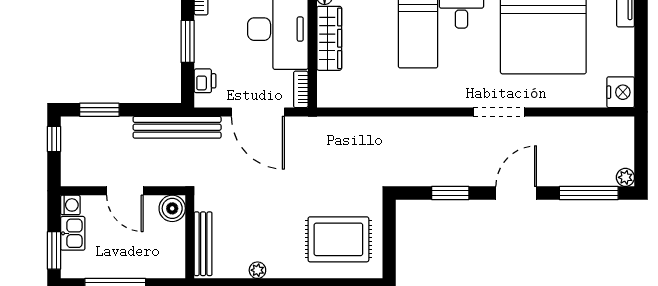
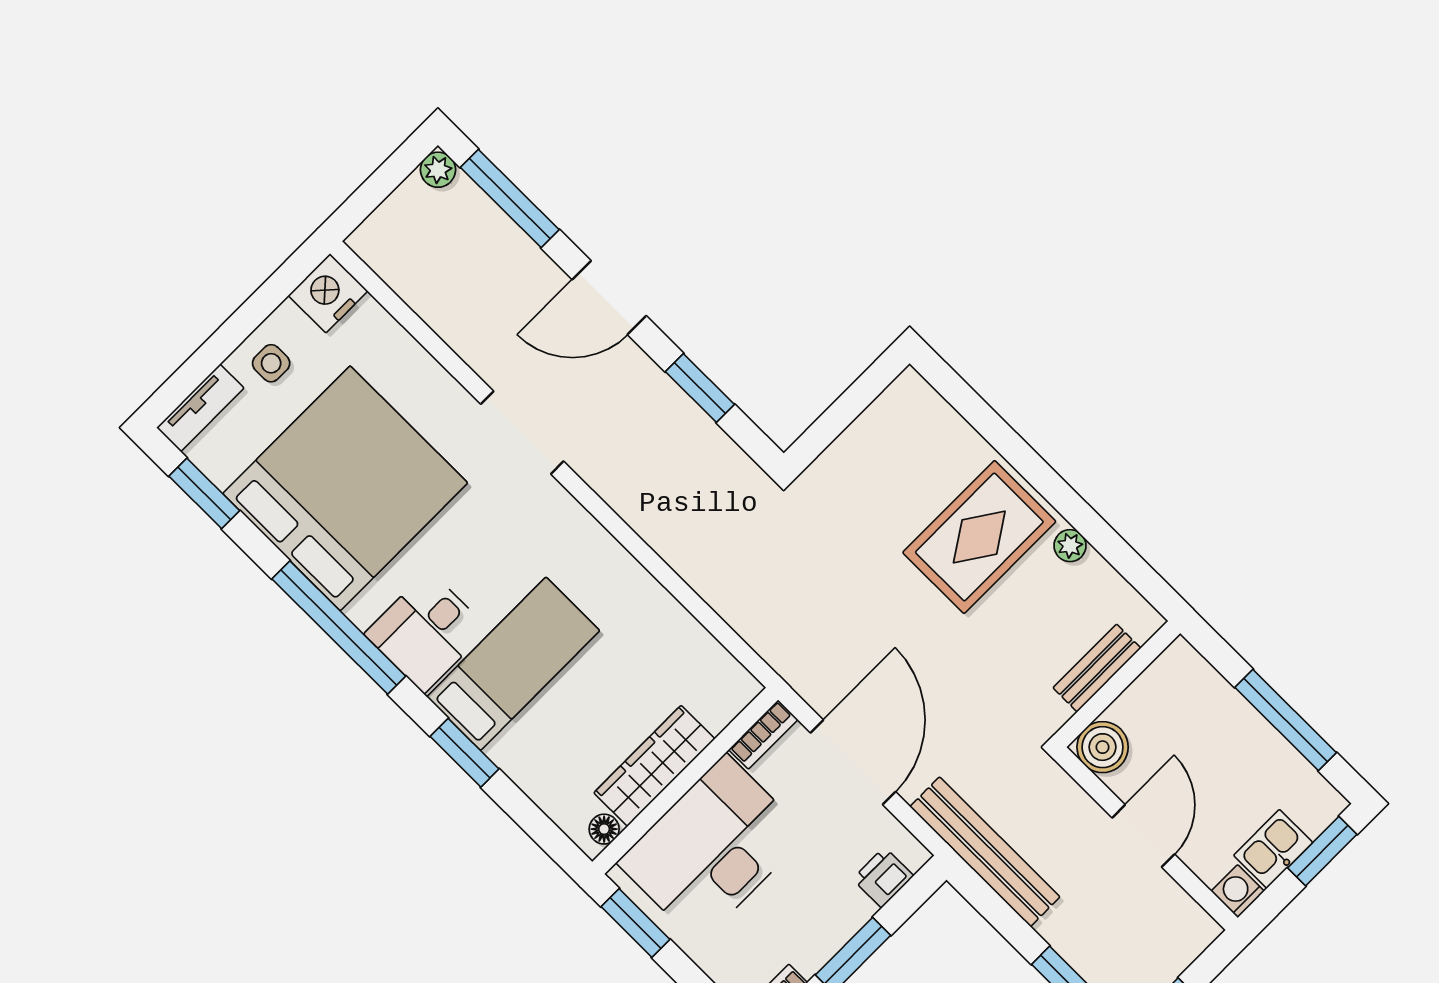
side table: (616, 46) -> (271, 363), added
rug: (338, 239) -> (979, 537), moved, turned 90
bench: (203, 244) -> (1097, 668), width x0.73

